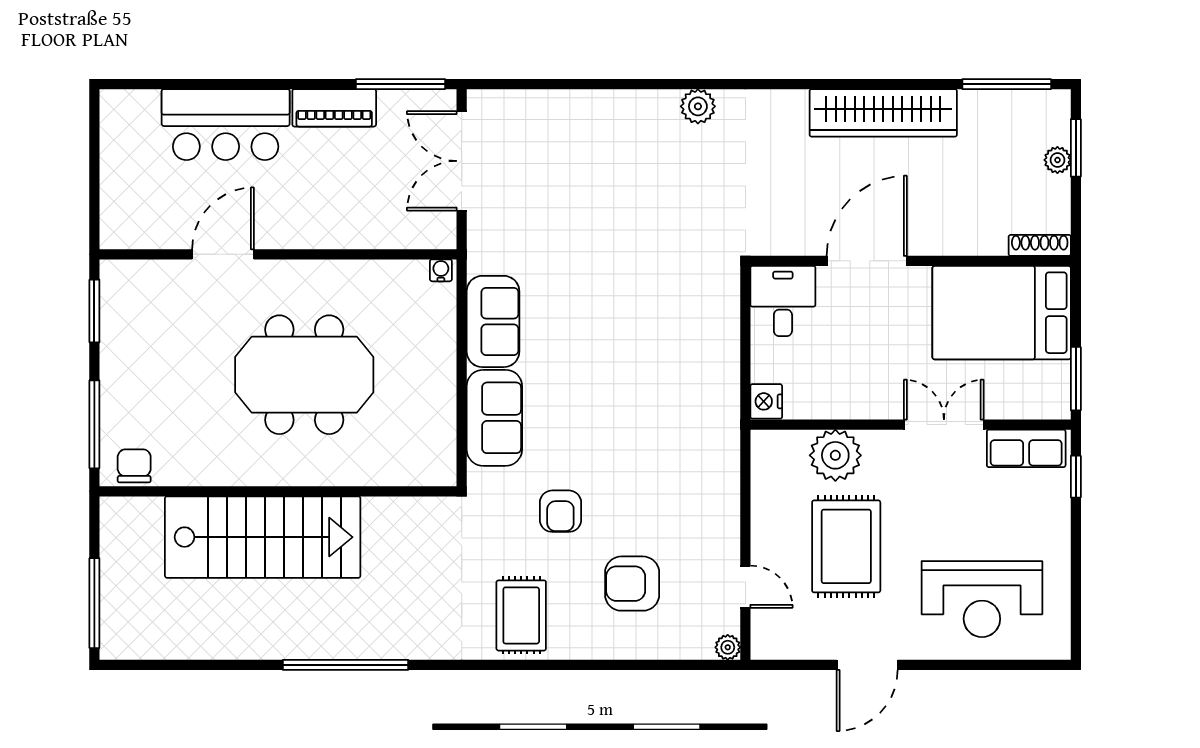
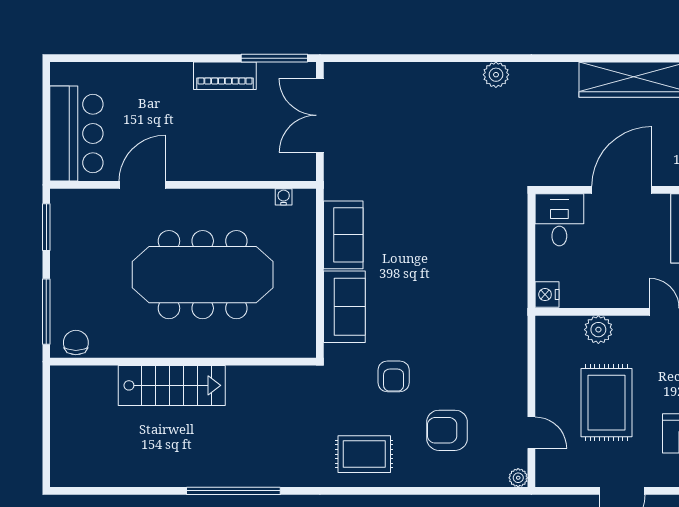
bar counter: (226, 125) -> (76, 134), moved, turned -90
water cooler: (441, 270) -> (284, 197), moved
meeting table: (304, 375) -> (203, 275), width x1.36
plant: (835, 455) -> (598, 330), width x0.73, depth x0.73
stairs: (263, 537) -> (172, 385), width x0.73, depth x0.66
window: (94, 603) -> (46, 445), removed
rug: (521, 615) -> (364, 454), turned 90

